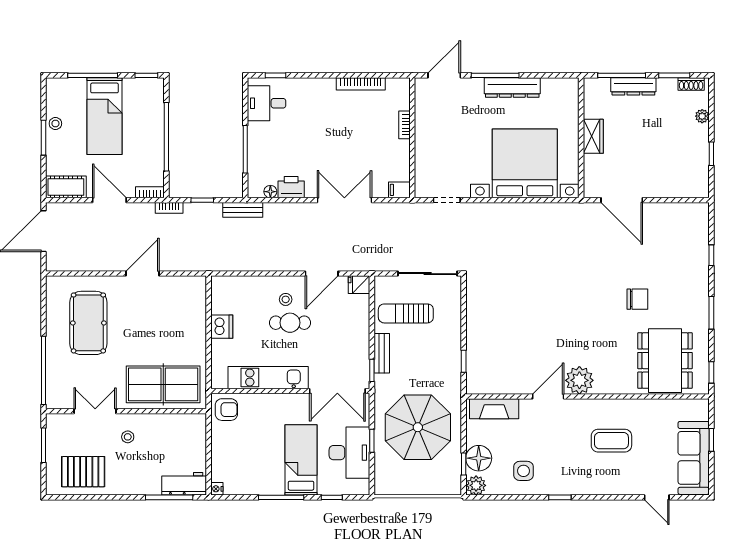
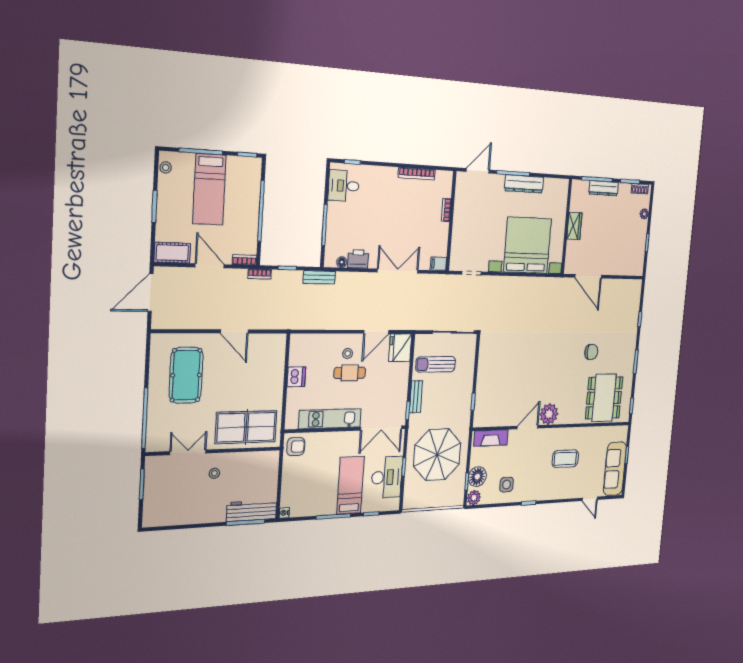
stool: (55, 124) -> (166, 167), moved
door: (143, 274) -> (234, 331), swing flipped
fridge: (359, 285) -> (400, 348), width x1.88, depth x1.34
pallet: (83, 472) -> (175, 505), removed
workbench: (184, 484) -> (252, 511), width x1.37

